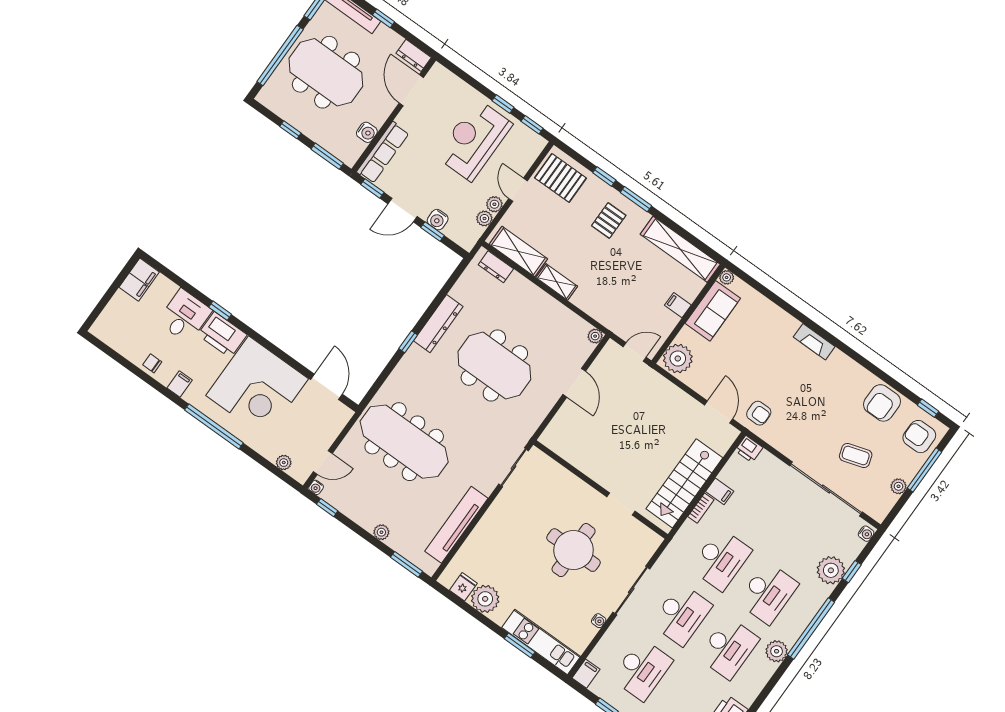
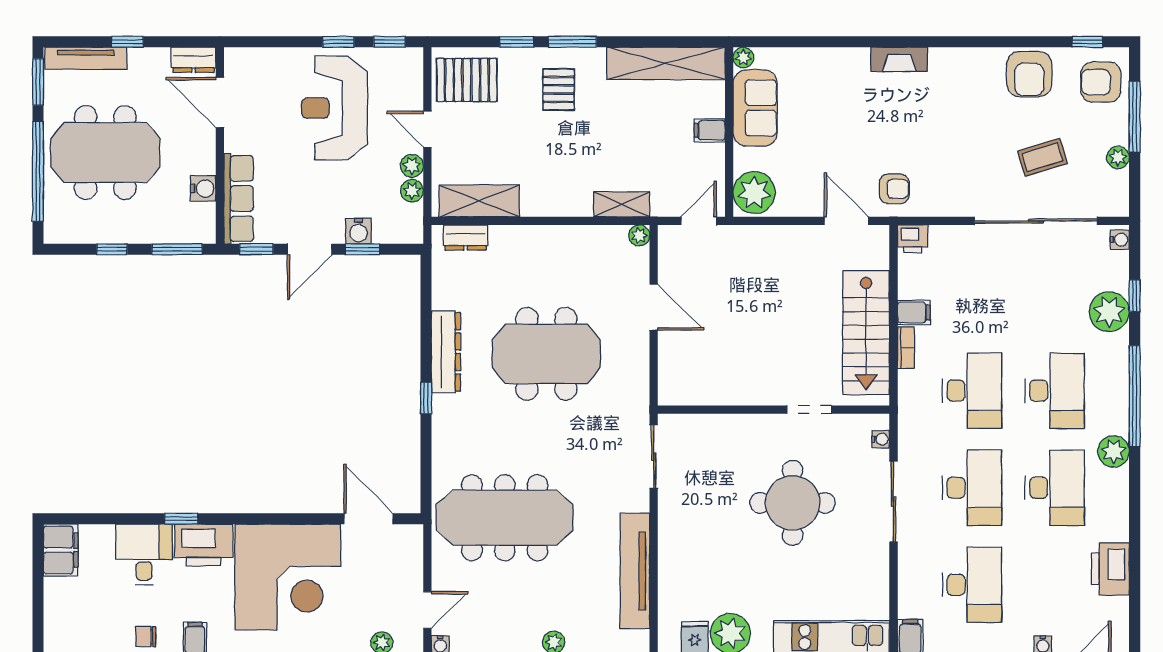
shelving: (557, 282) -> (622, 204), moved
water cooler: (599, 621) -> (881, 439), moved

